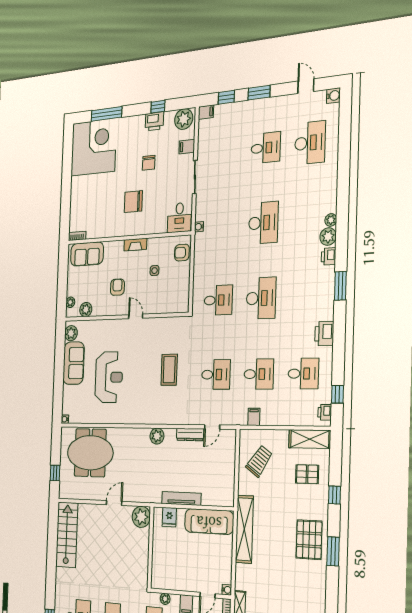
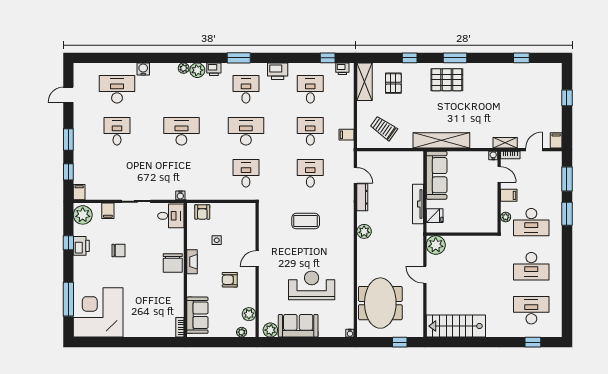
water cooler: (333, 96) -> (143, 69), moved
chair: (133, 202) -> (173, 263), moved
desk: (306, 296) -> (246, 89), added

